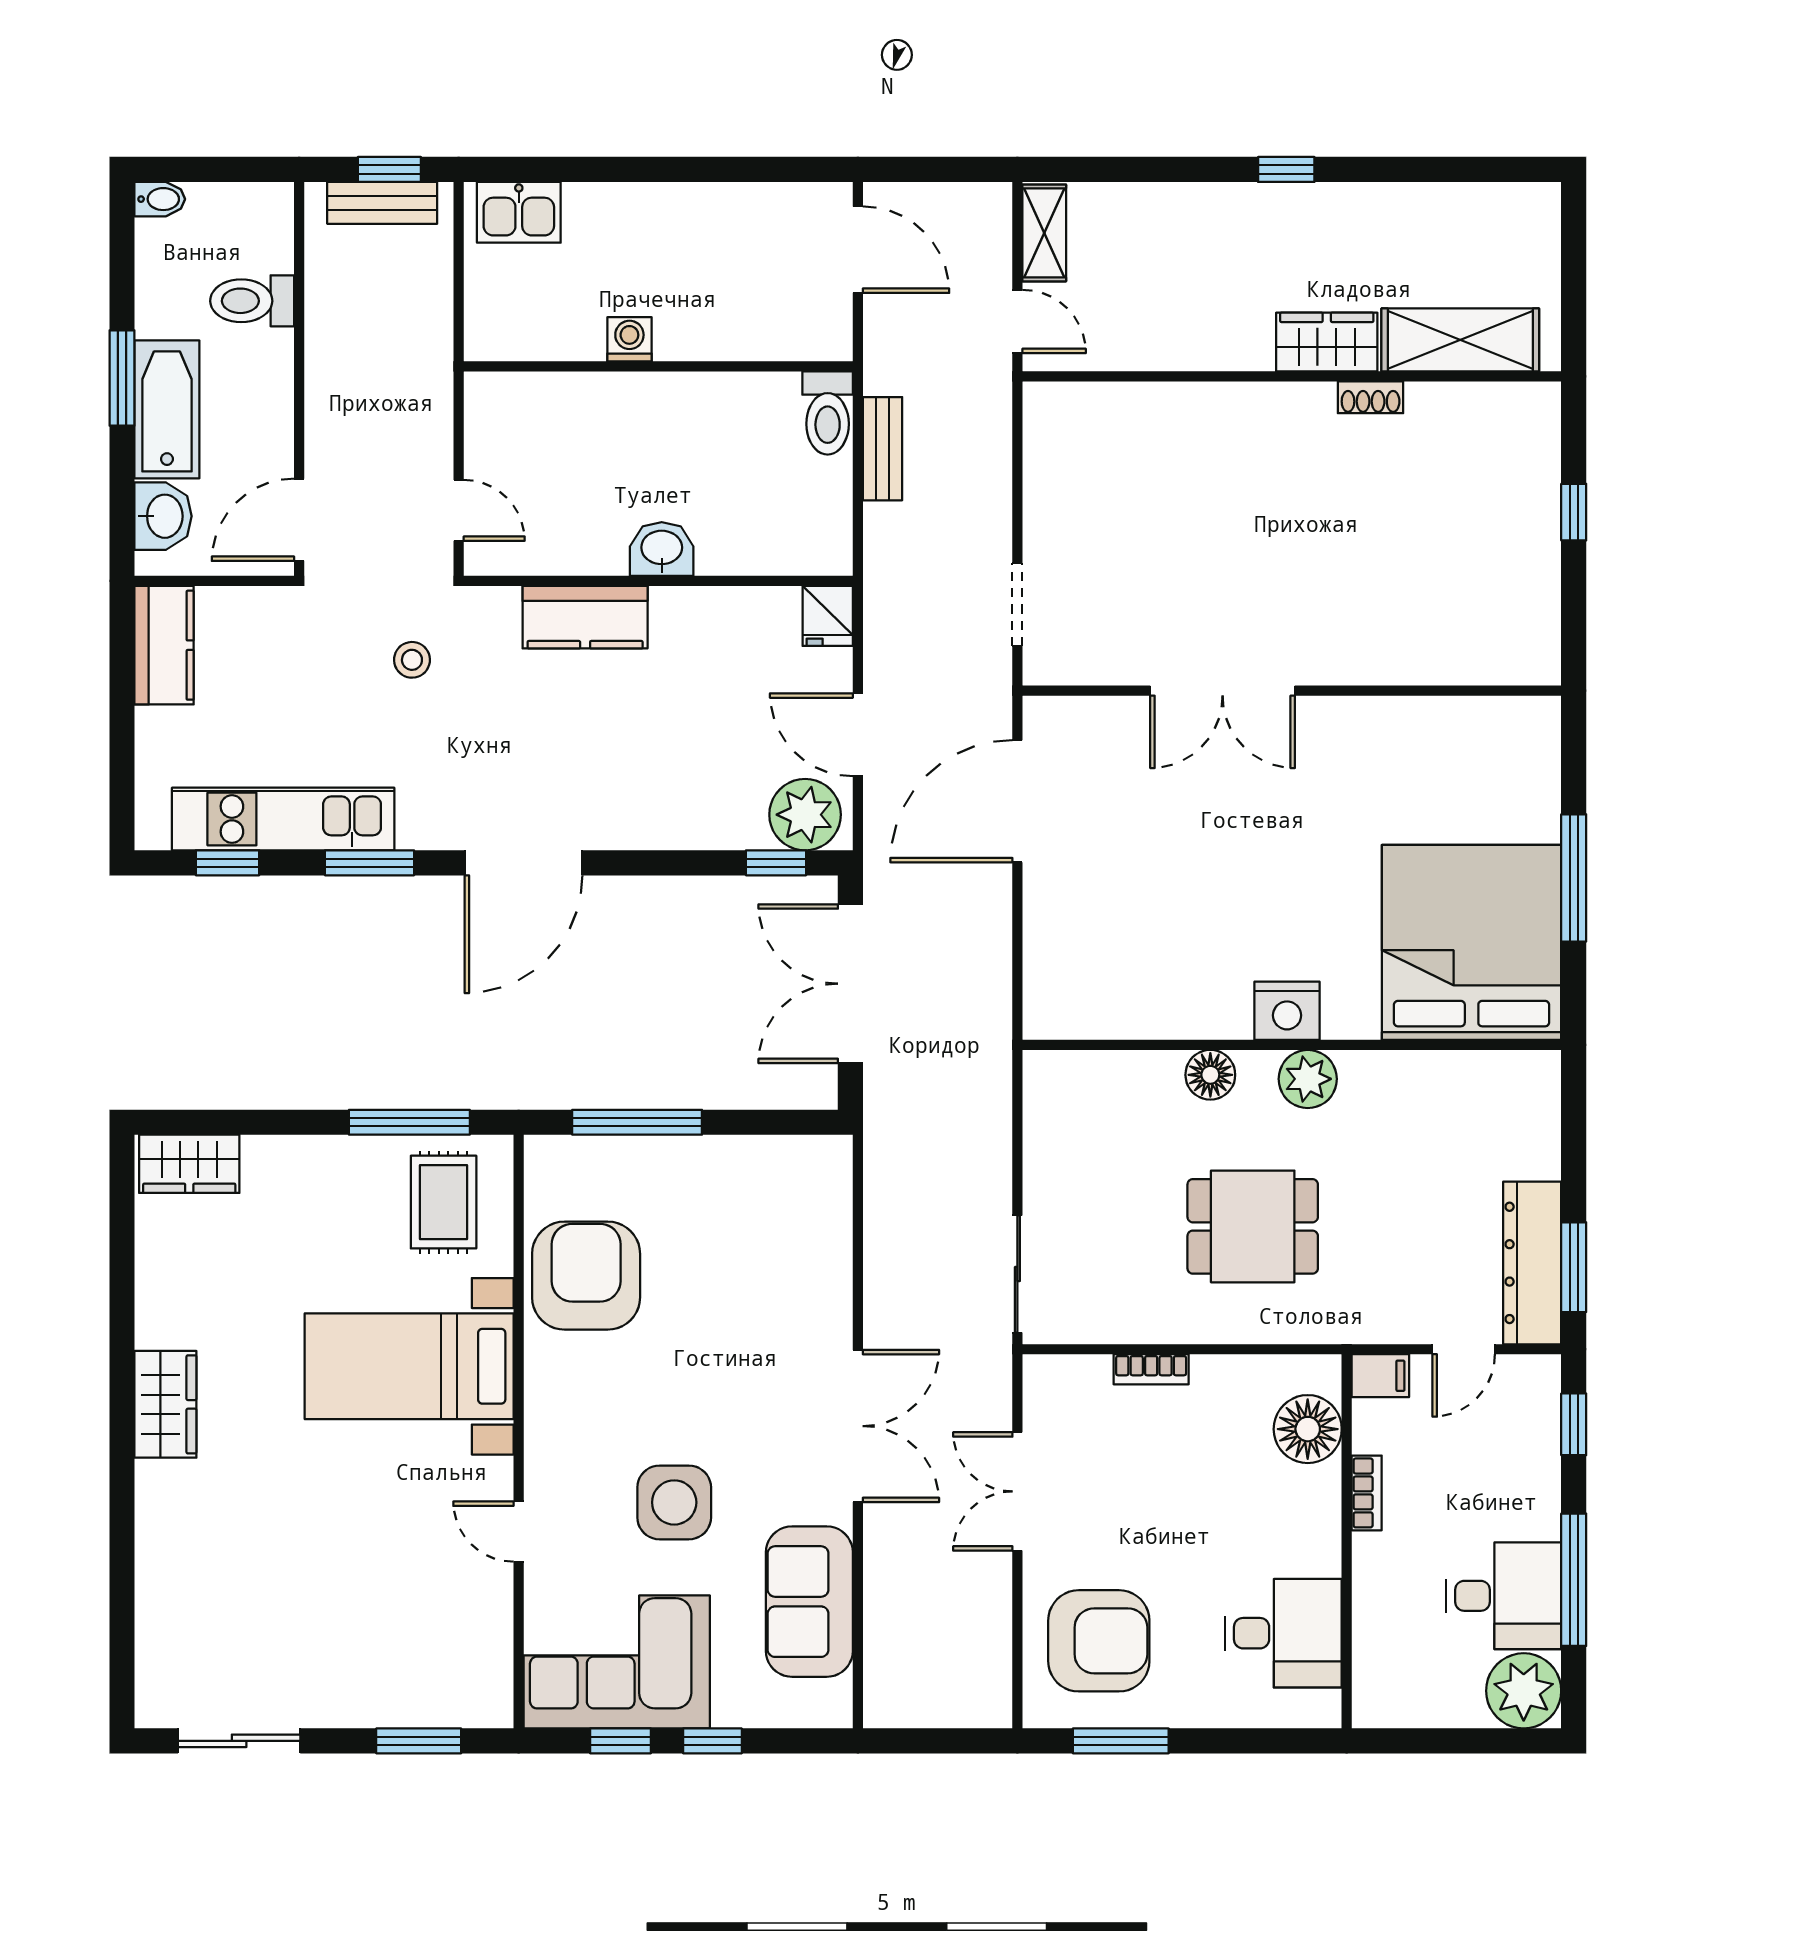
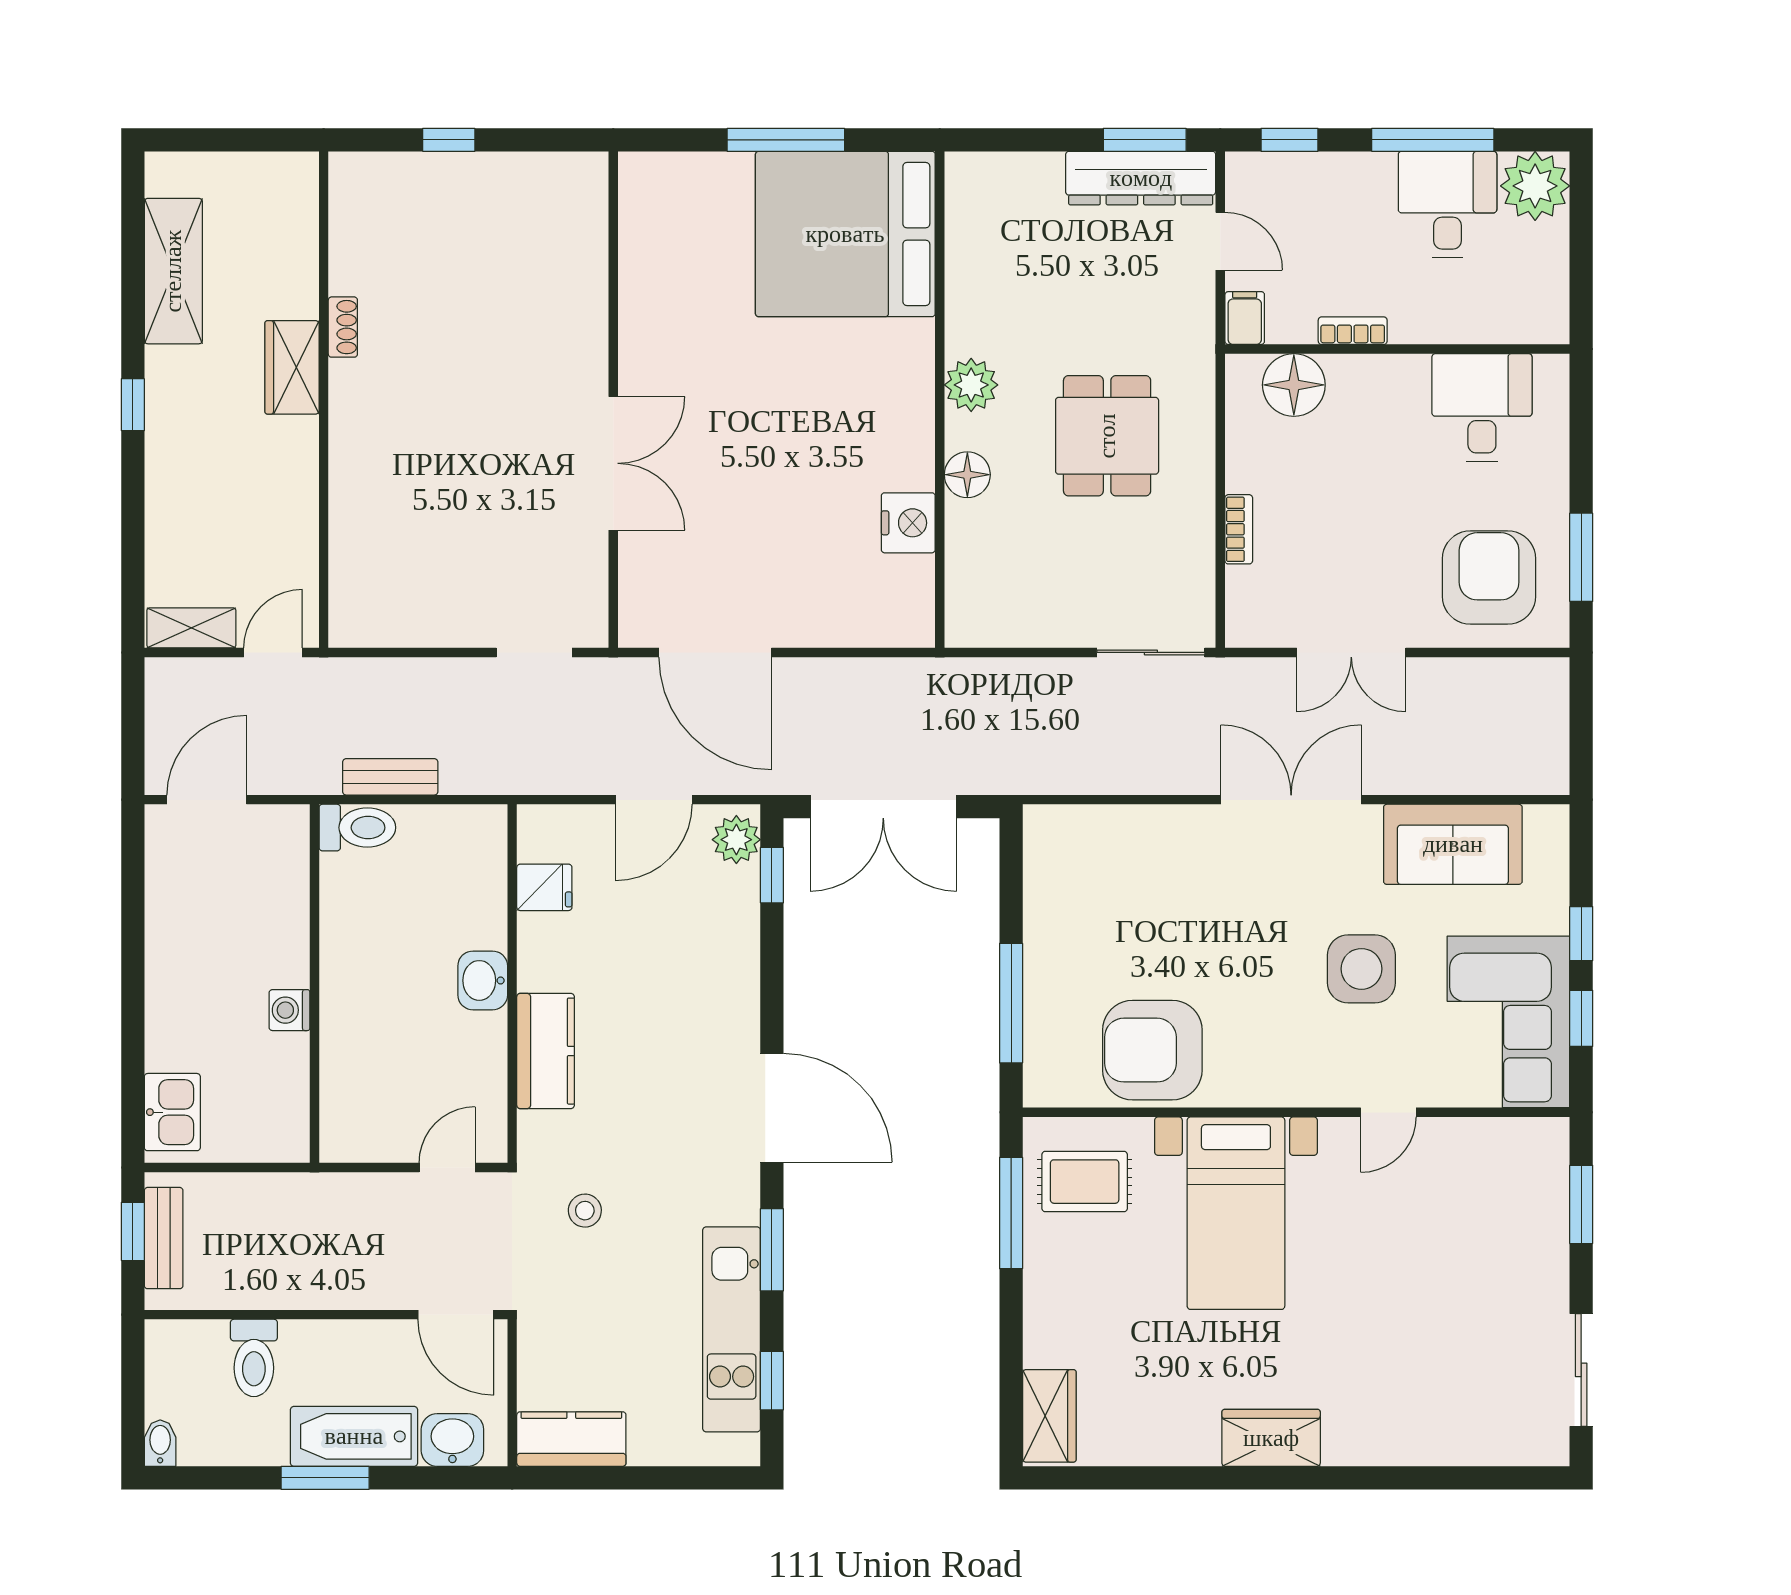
shelving: (1460, 340) -> (173, 271), moved
fridge: (828, 616) -> (544, 887), moved
plant: (805, 815) -> (736, 840), width x0.73, depth x0.73
nightstand: (1287, 1011) -> (908, 523), moved

